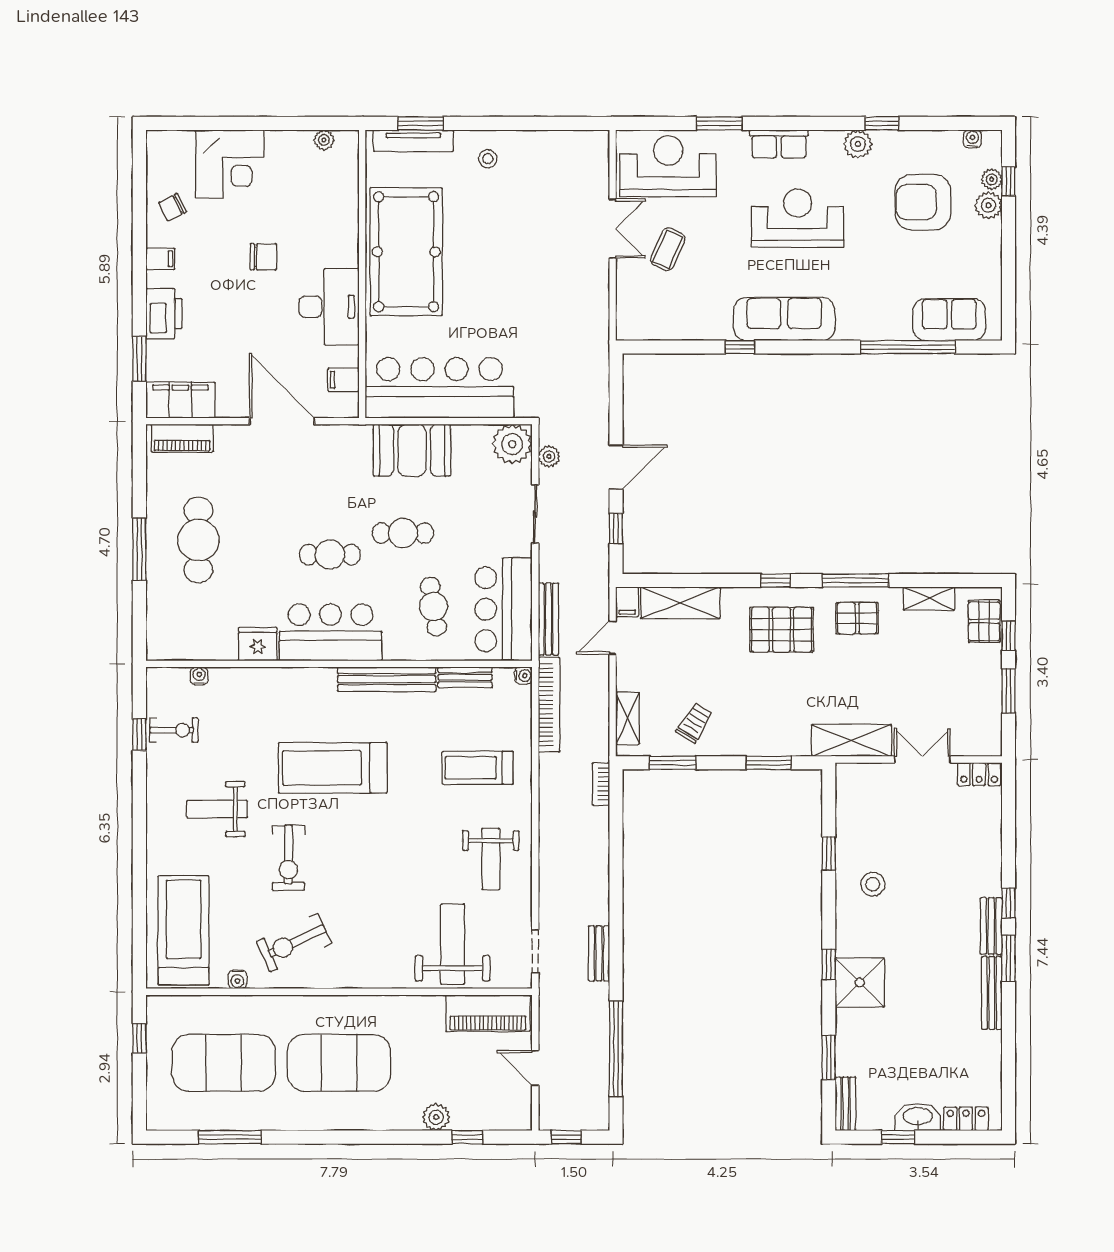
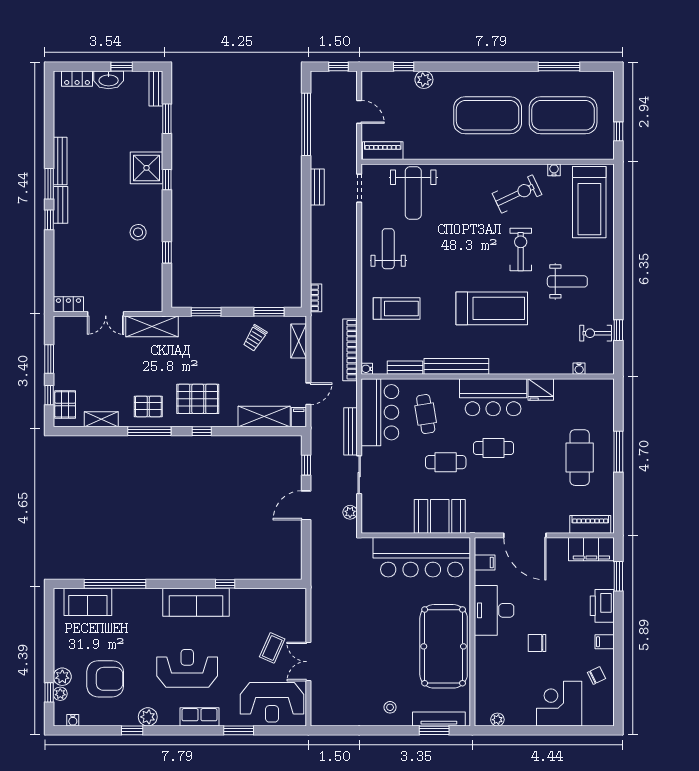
reception desk: (798, 218) -> (187, 668), turned 180
plant: (512, 444) -> (374, 520), removed
bench: (548, 619) -> (350, 431), moved
piano: (488, 1013) -> (383, 151), width x0.73, depth x0.75

